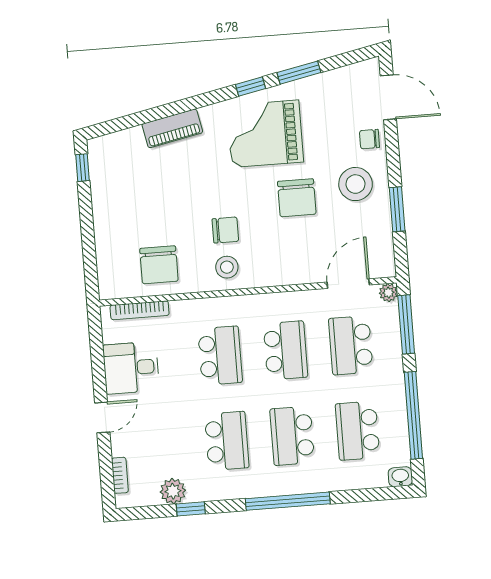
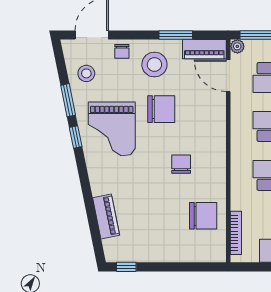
piano: (172, 128) -> (106, 216), moved
piano: (381, 249) -> (204, 49), added
stool: (227, 267) -> (86, 73), moved

